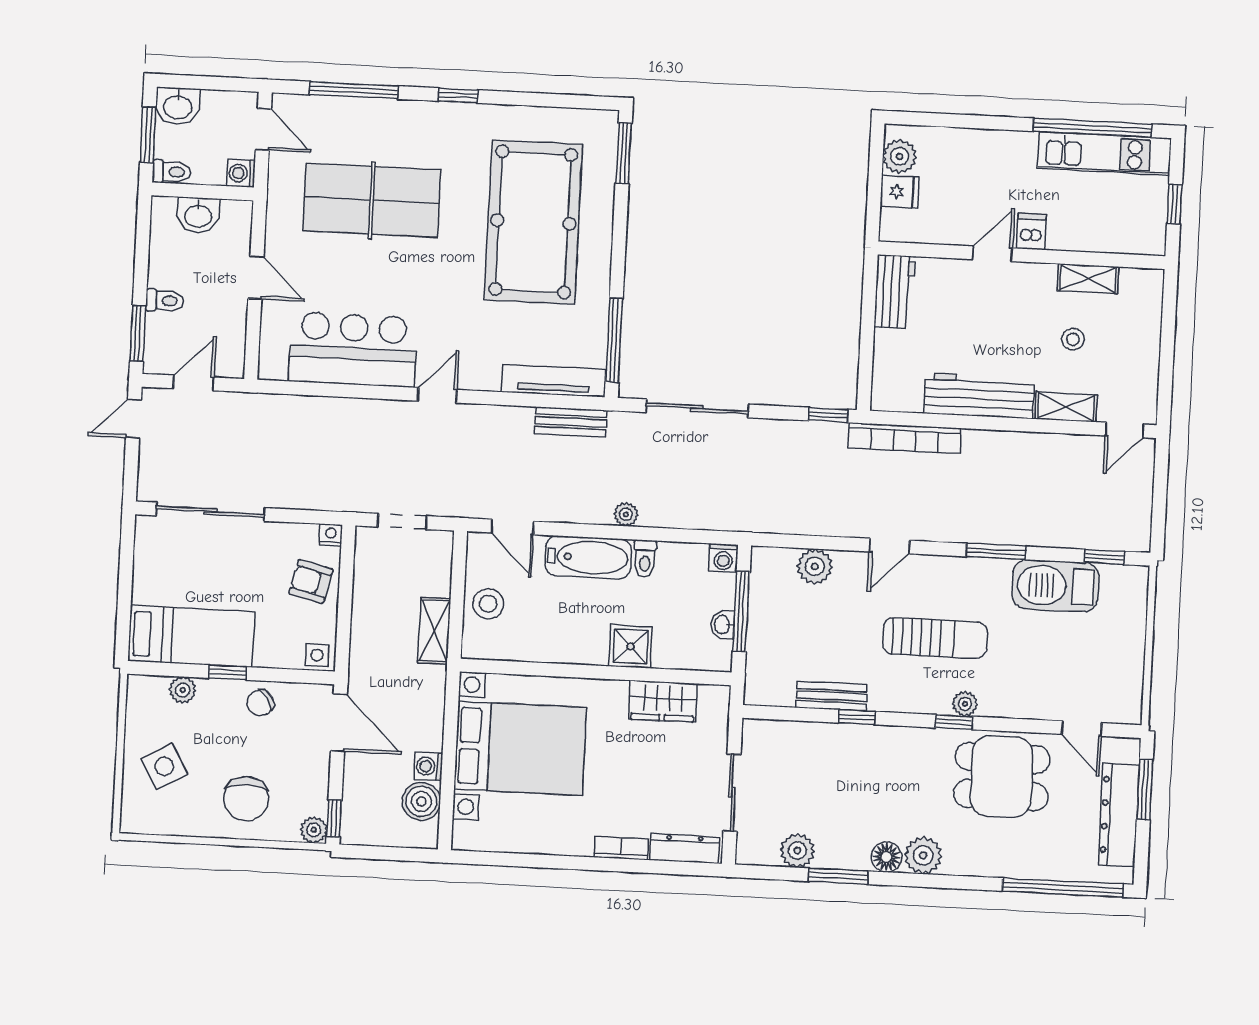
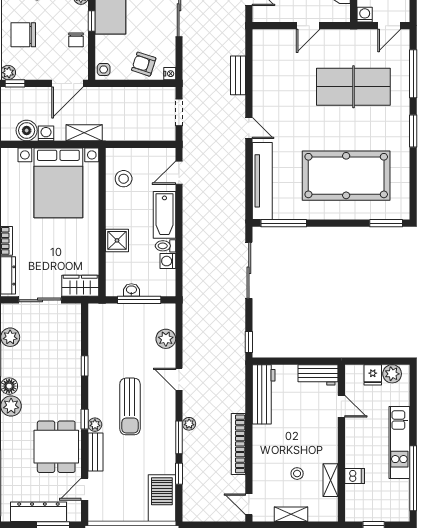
window: (458, 96) -> (413, 131), width x1.50
kitchen unit: (1104, 153) -> (399, 442), moved
table tennis table: (372, 200) -> (353, 87), turned 90
dishwasher: (1031, 232) -> (355, 476), moved
door: (992, 254) -> (341, 406), moved
bar counter: (353, 349) -> (272, 81), removed
tv unit: (554, 381) -> (262, 181), width x1.36, depth x1.29
workbench: (979, 396) -> (264, 394), moved
shelving: (1066, 407) -> (291, 514), moved, turned 90
bench: (571, 422) -> (238, 75), moved
bookcase: (905, 438) -> (238, 444), moved
plant: (626, 514) -> (189, 424), moved
window: (1105, 557) -> (179, 474), moved
washing machine: (723, 558) -> (168, 261), moved
armchair: (311, 581) -> (144, 64), turned -86
barbecue: (1055, 586) -> (162, 498), moved
stool: (488, 604) -> (124, 179), moved
shelving: (434, 631) -> (84, 133), moved
bench: (832, 696) -> (95, 452), moved
wardrobe: (663, 701) -> (80, 286), moved, turned 90
chair: (260, 703) -> (76, 40), turned -146

